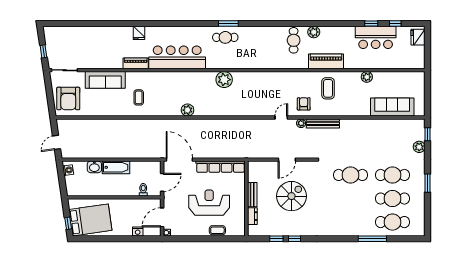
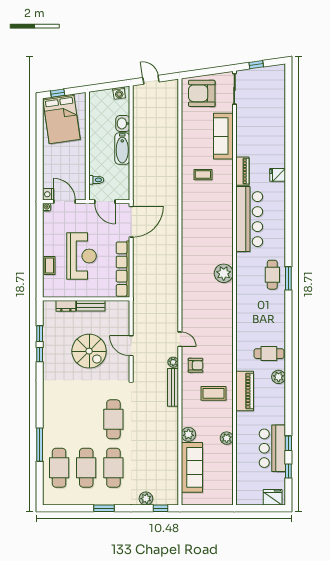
plant: (188, 110) -> (188, 434), moved
nightstand: (138, 231) -> (48, 194), moved

